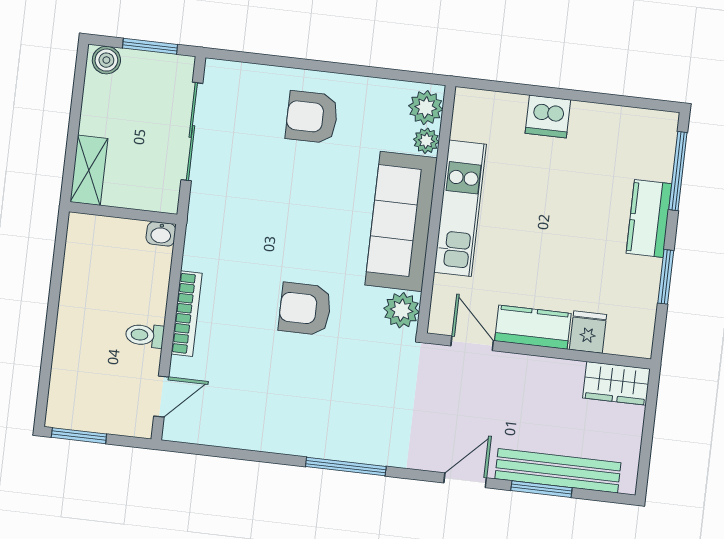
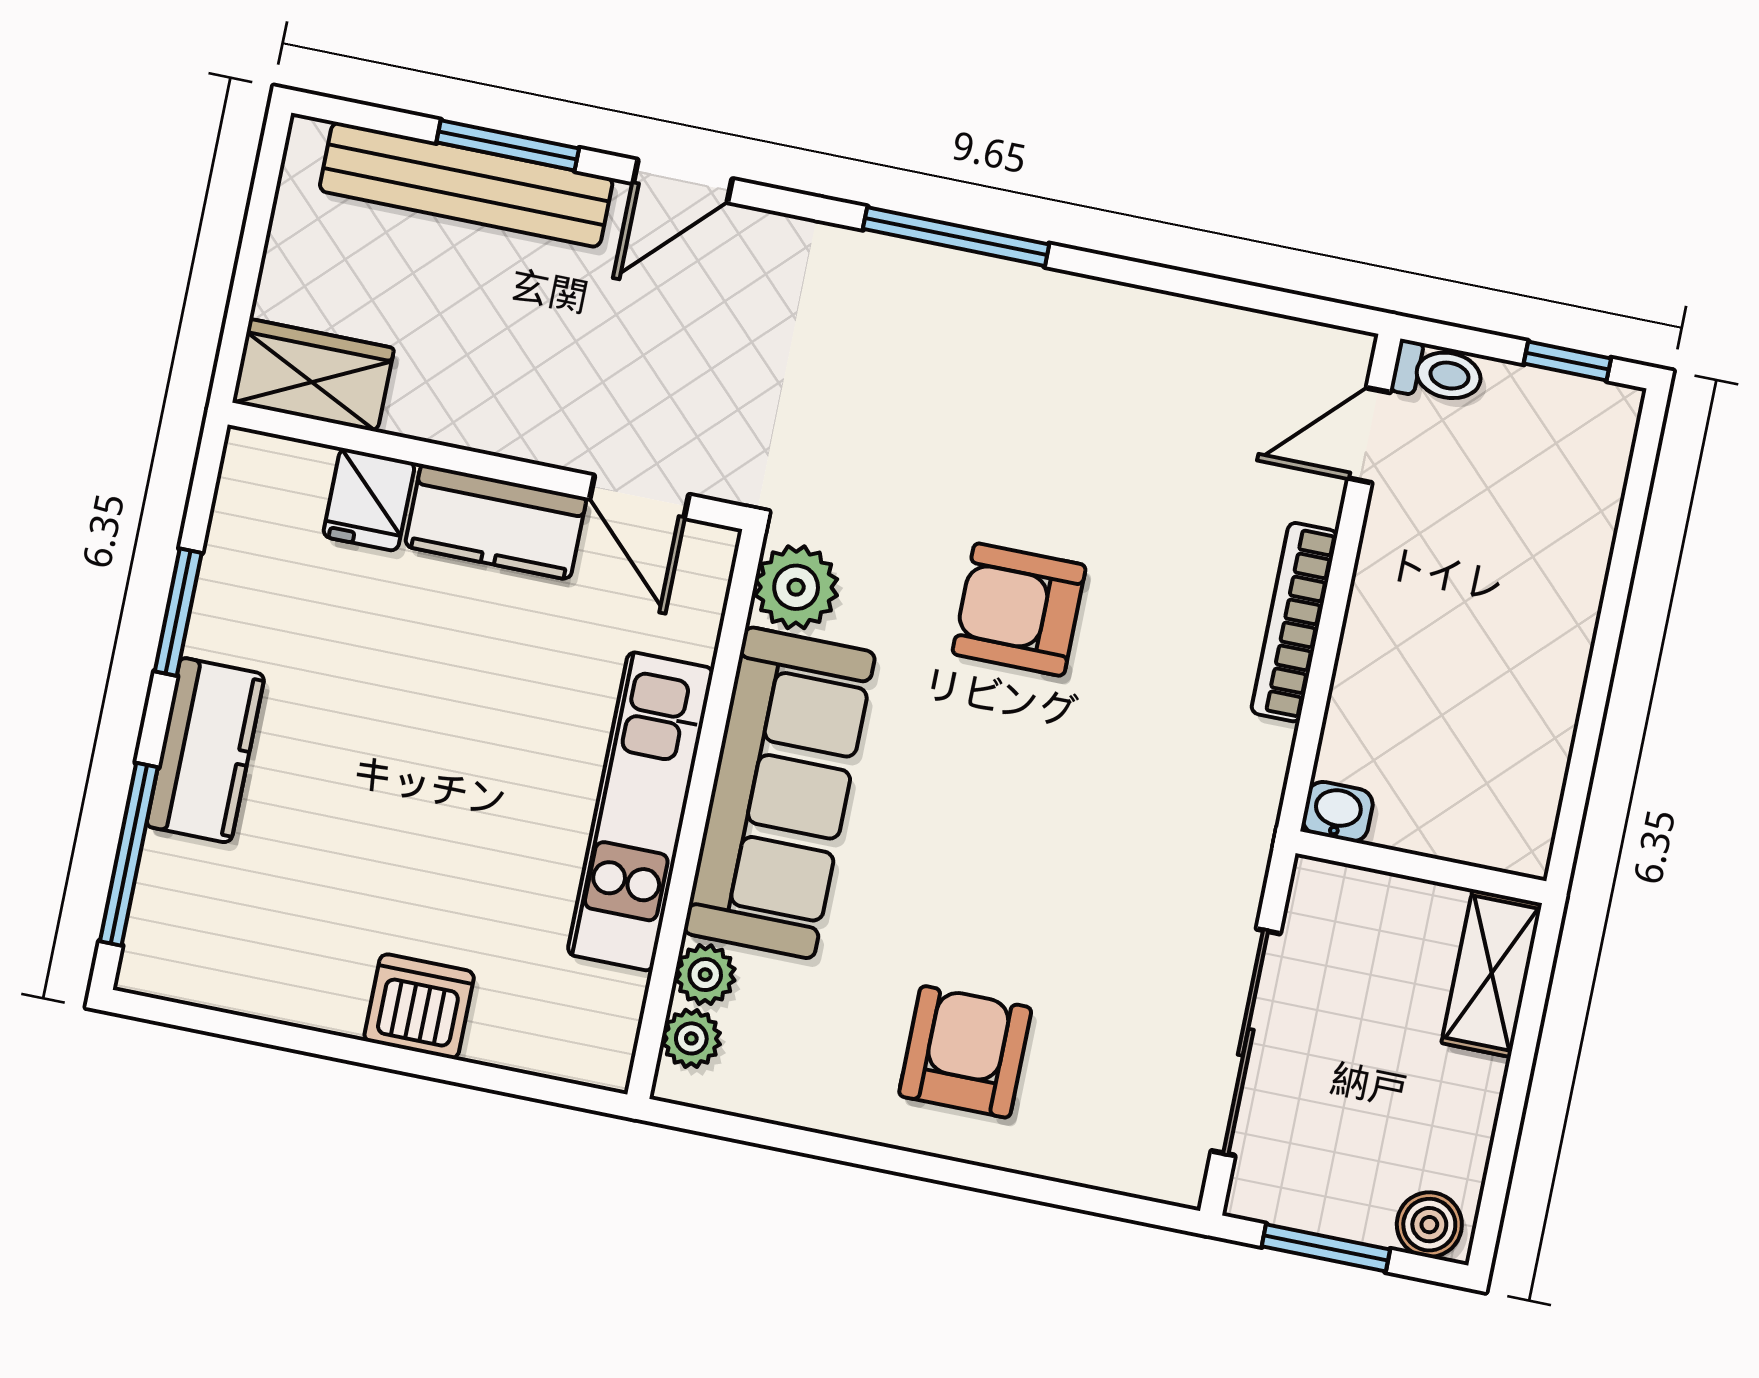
plant: (426, 108) -> (691, 1038), width x0.73, depth x0.73
armchair: (312, 117) -> (965, 1052), turned -90
armchair: (305, 309) -> (1019, 610), turned 180
toilet: (145, 335) -> (1438, 373), moved
window: (79, 436) -> (1567, 361), width x0.67

